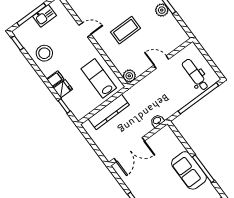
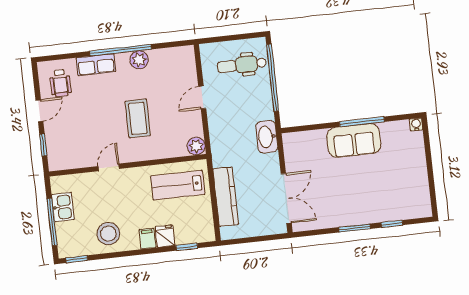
washbasin: (157, 121) -> (267, 137), width x1.91, depth x1.45

